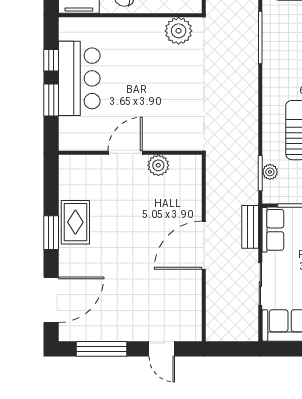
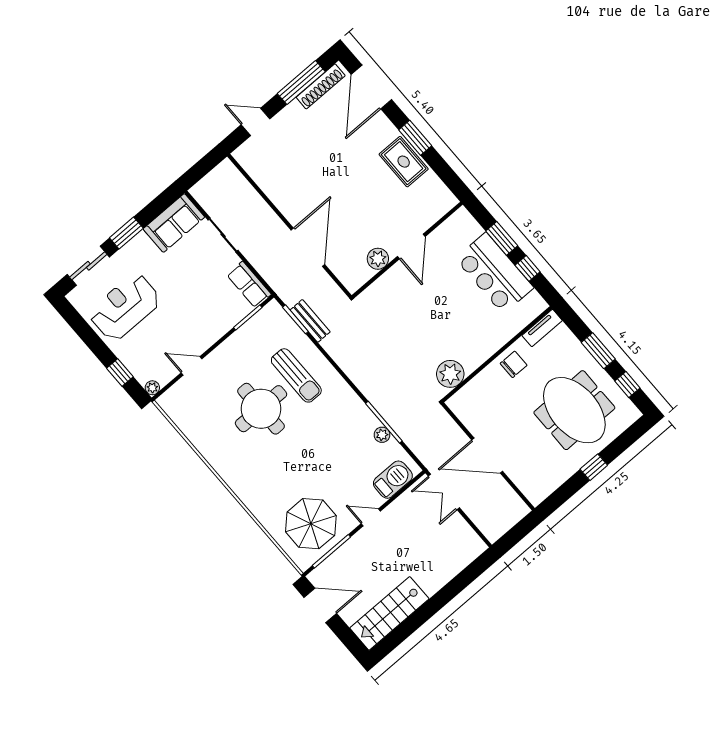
plant: (270, 172) -> (382, 435), moved
bench: (250, 227) -> (310, 321), moved
door: (204, 245) -> (308, 247), moved
shoe rack: (89, 333) -> (321, 86), added

